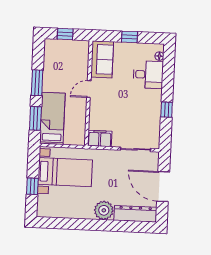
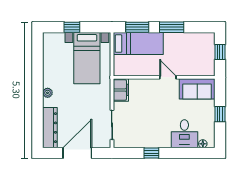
plant: (104, 210) -> (48, 93), width x0.53, depth x0.53

